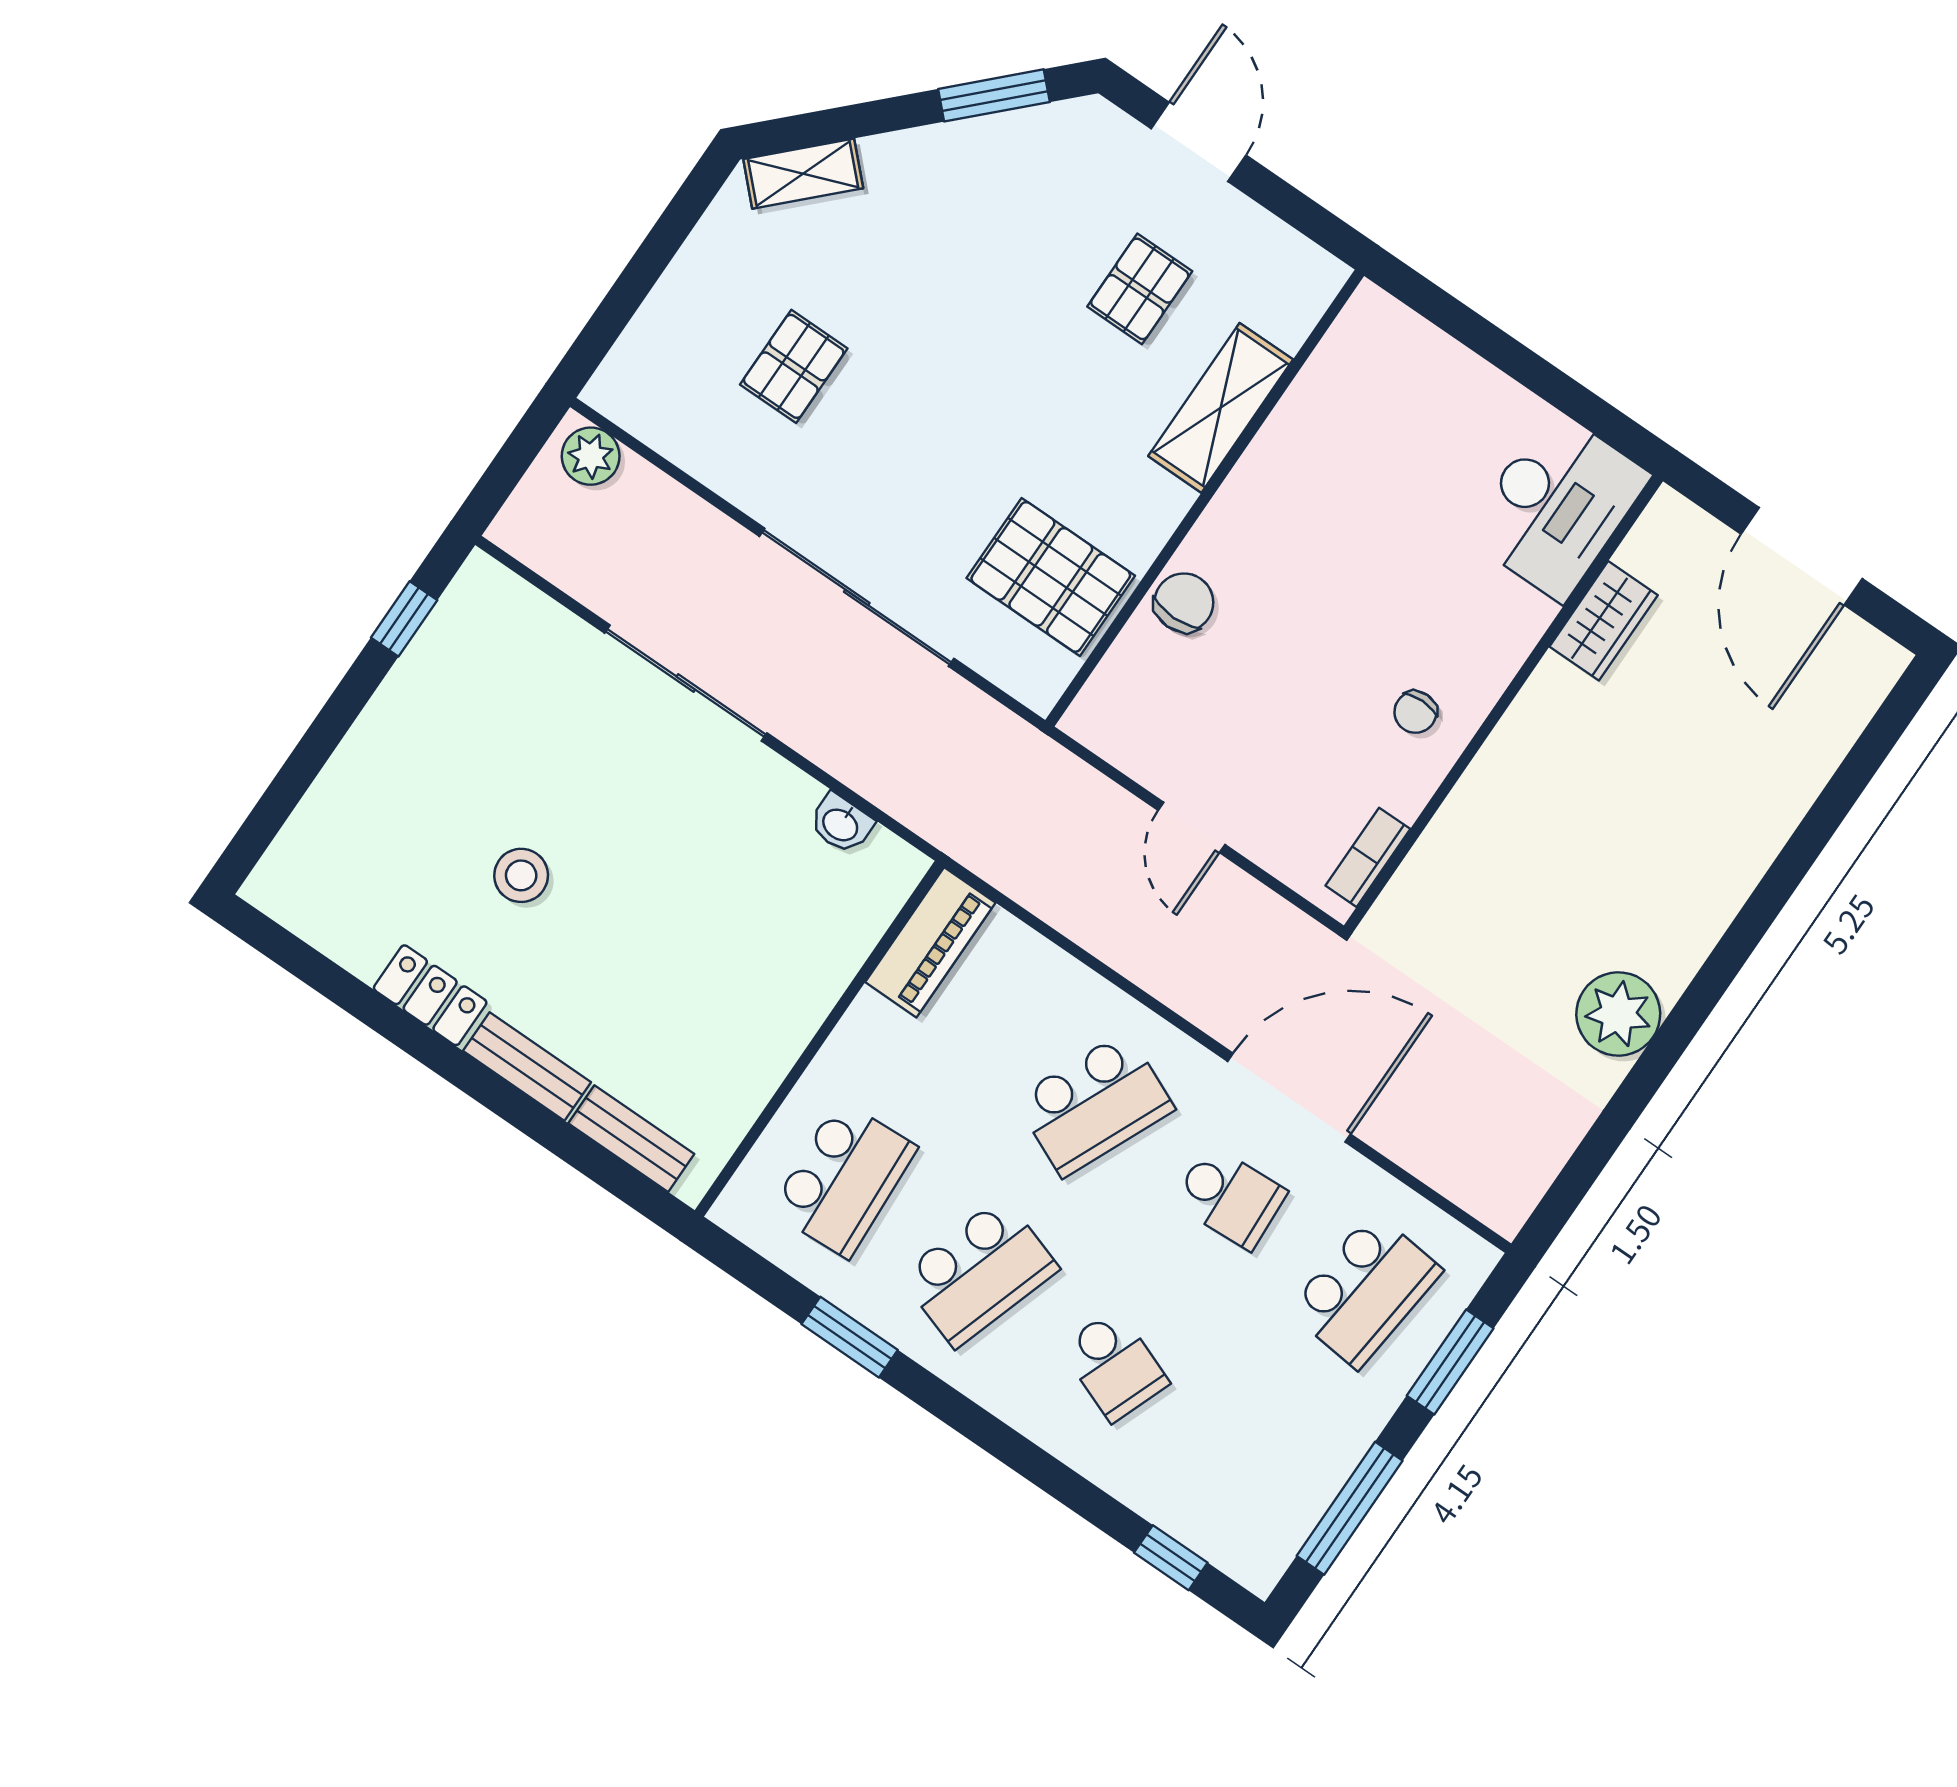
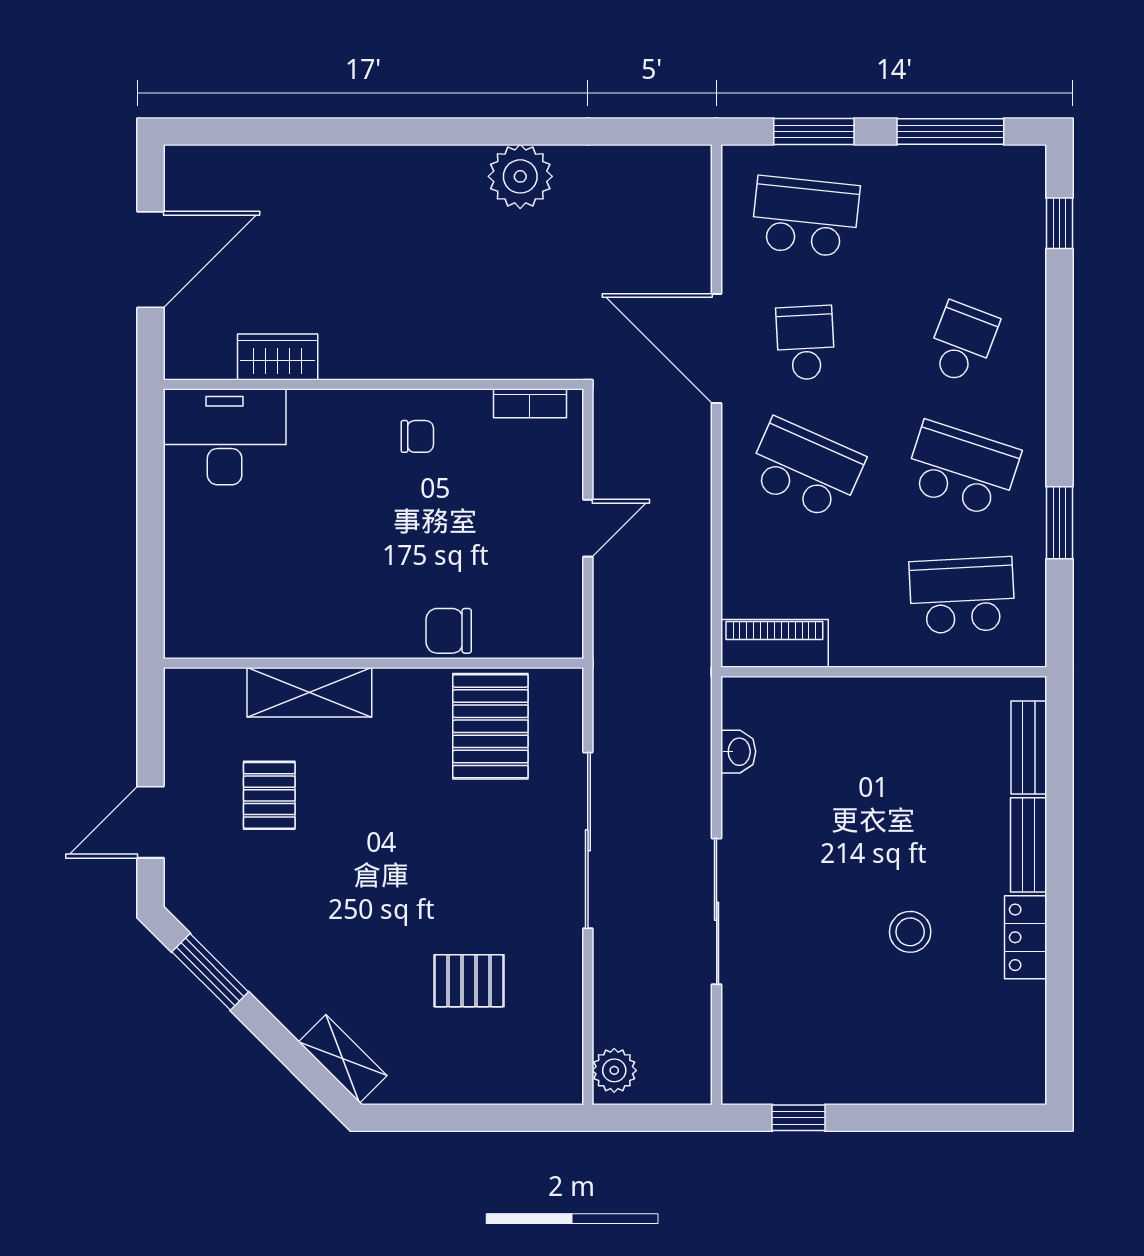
pallet: (1140, 289) -> (269, 795), turned 90

